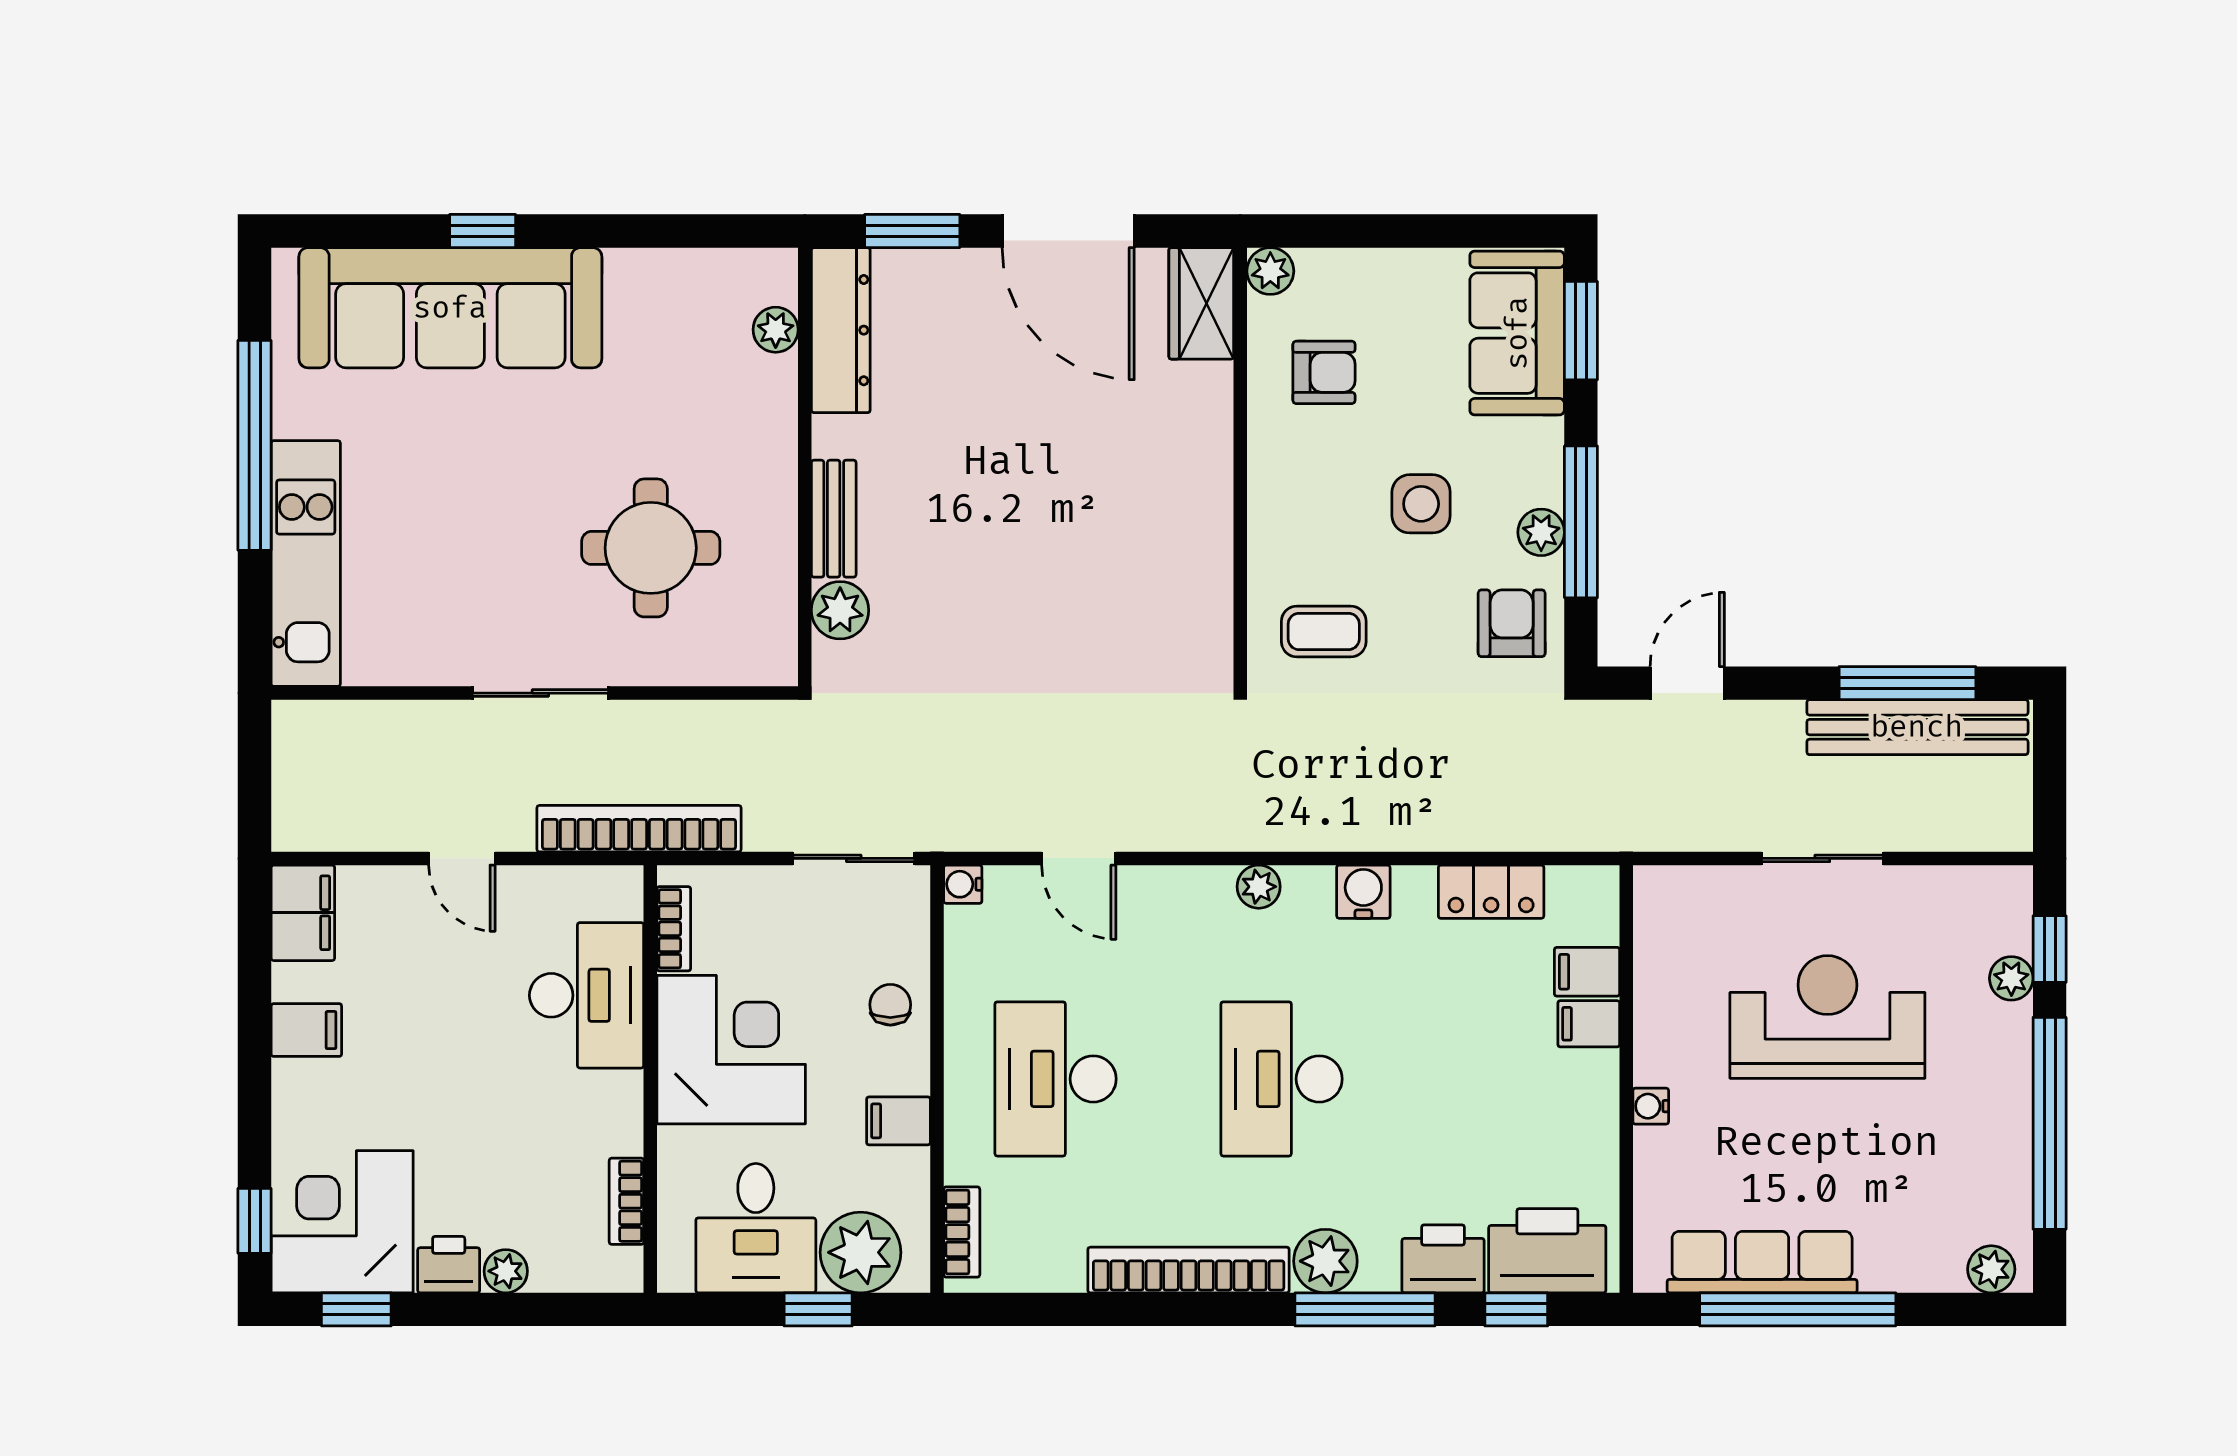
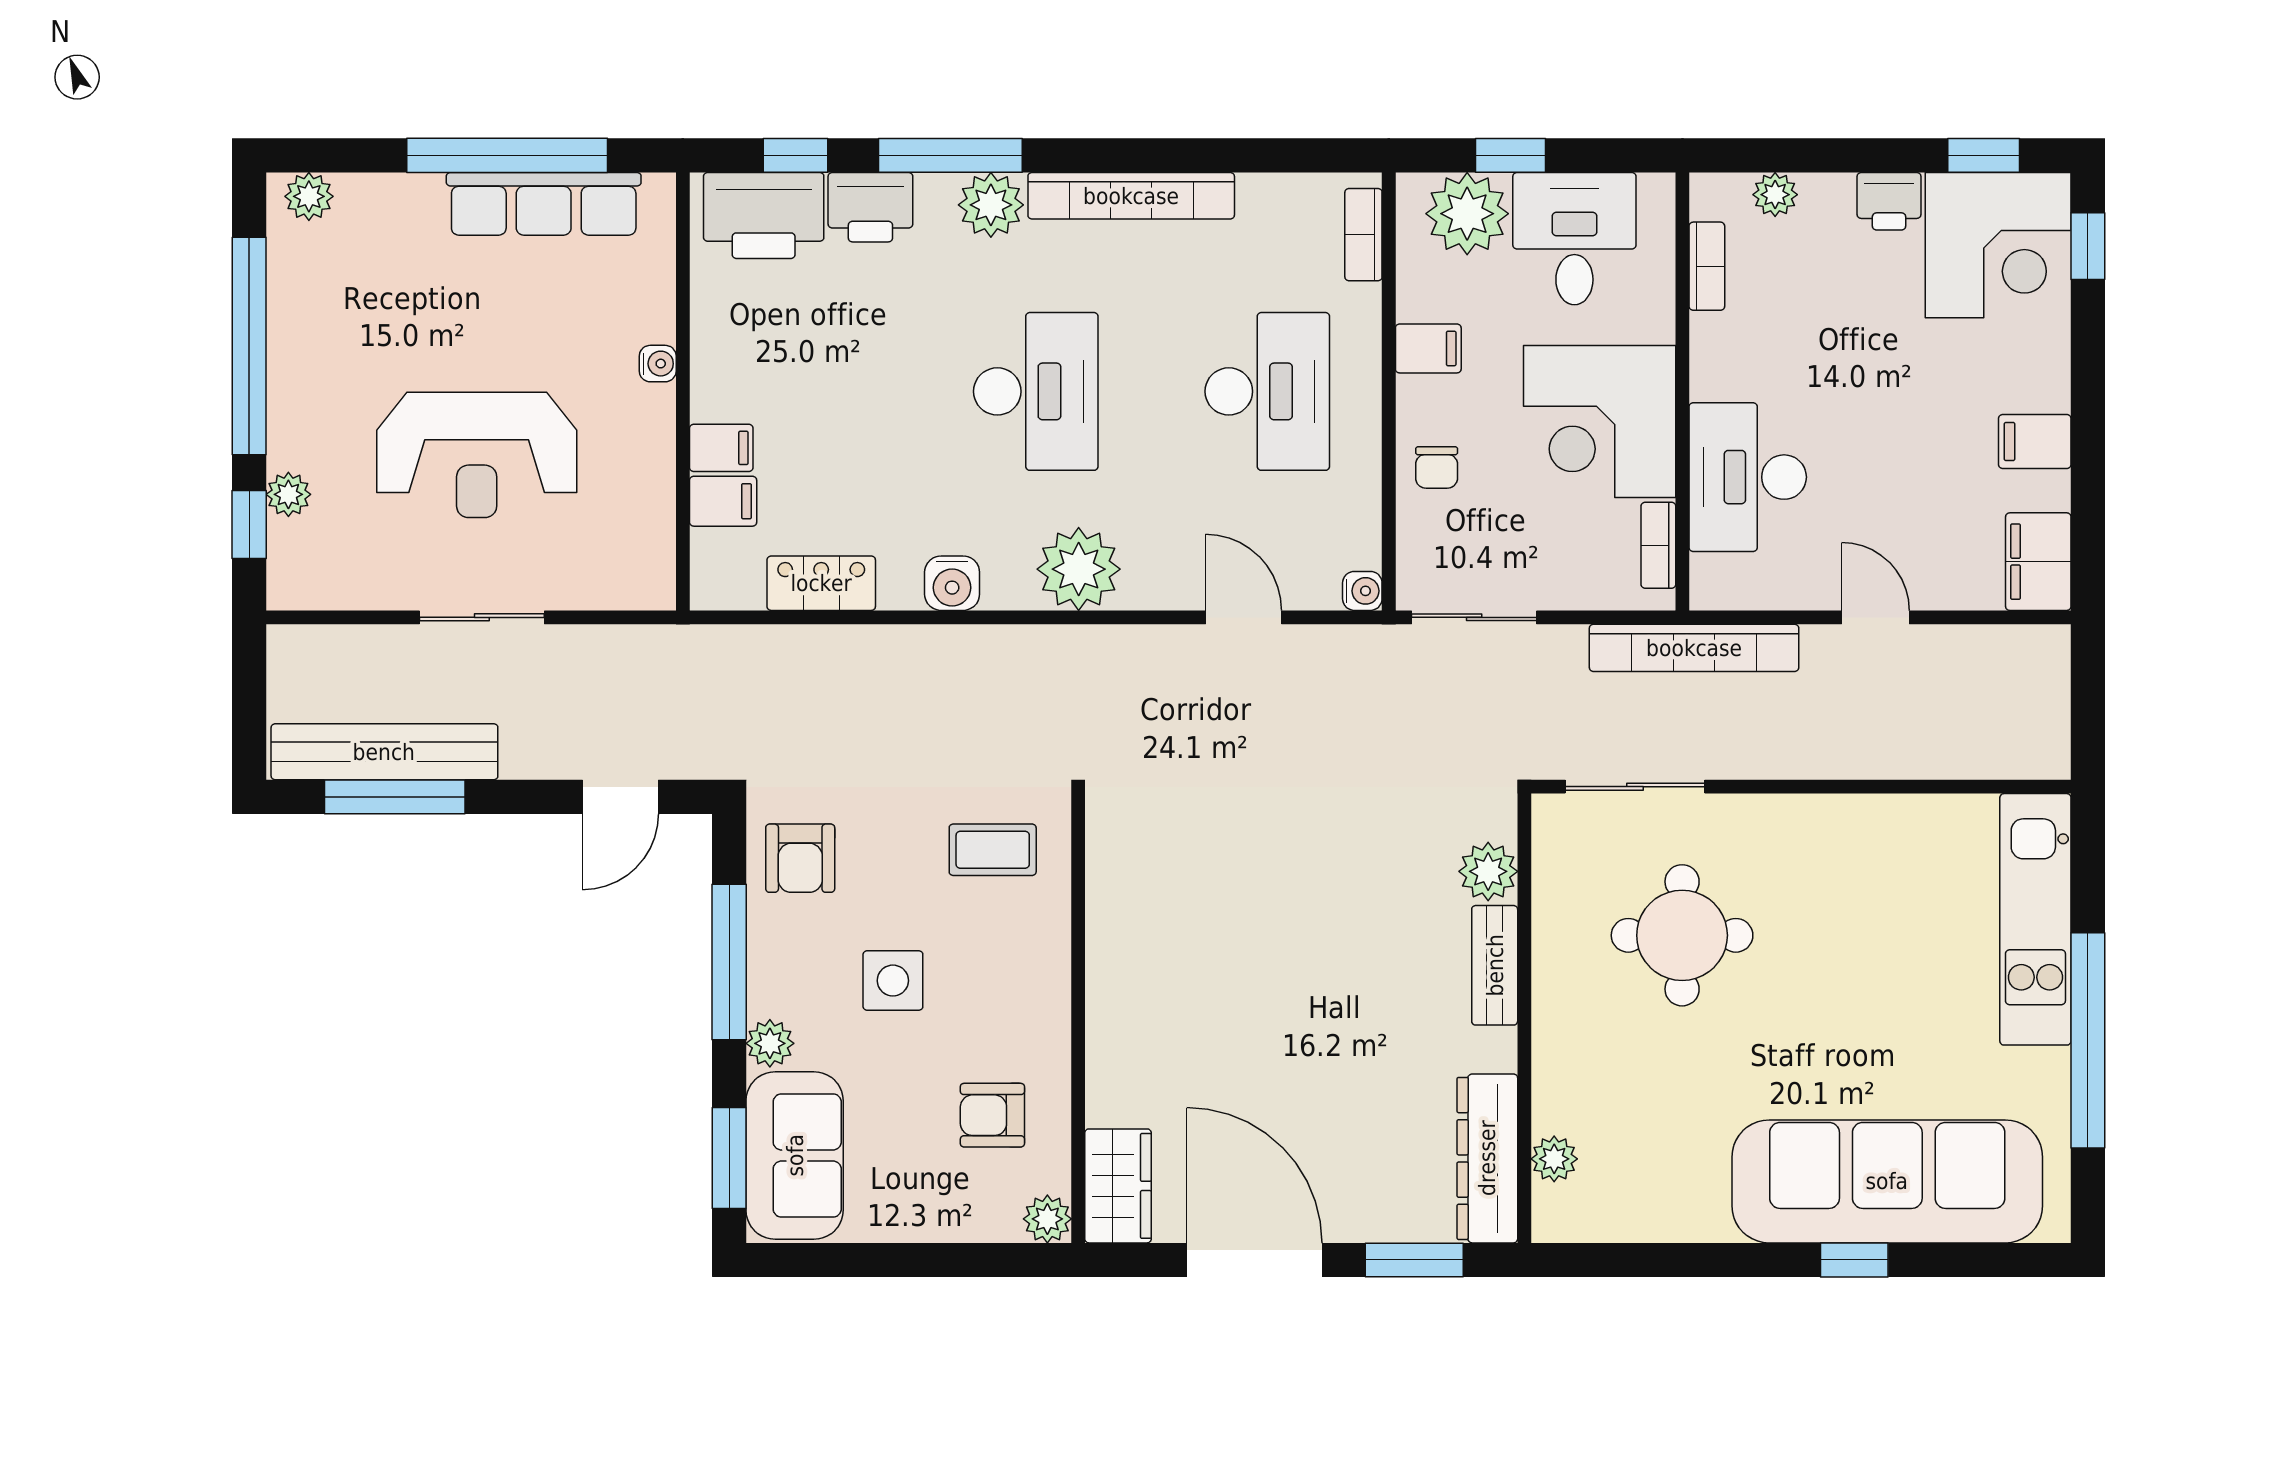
plant: (1541, 532) -> (770, 1043), moved
sliding door: (540, 693) -> (1635, 787), moved
plant: (1259, 887) -> (1079, 569), width x1.88, depth x1.88
plant: (506, 1271) -> (1775, 195), moved

